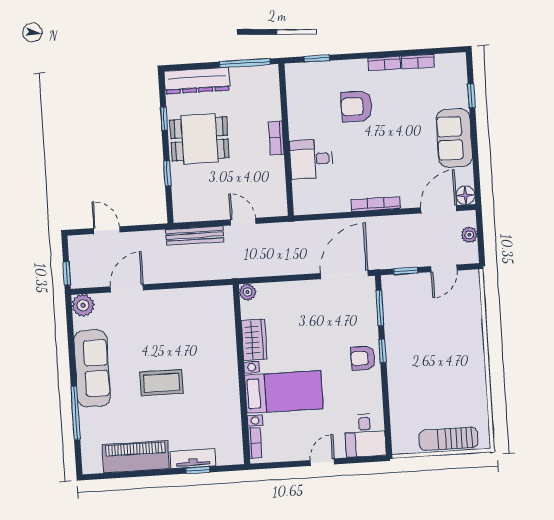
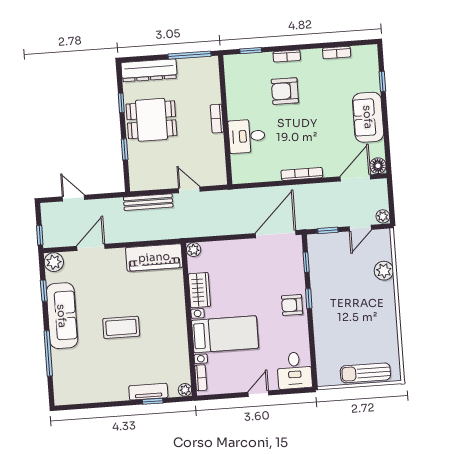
bookcase: (384, 64) -> (287, 56), moved
plant: (469, 235) -> (383, 216), moved
window: (380, 308) -> (306, 262), width x0.67
plant: (471, 319) -> (384, 271), added
window: (71, 339) -> (44, 291), added
piano: (136, 457) -> (154, 257), moved, turned 180
plant: (236, 457) -> (185, 390), added

